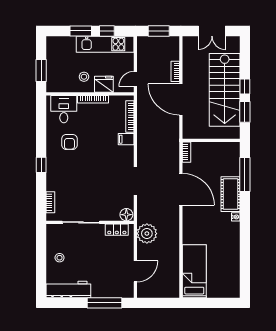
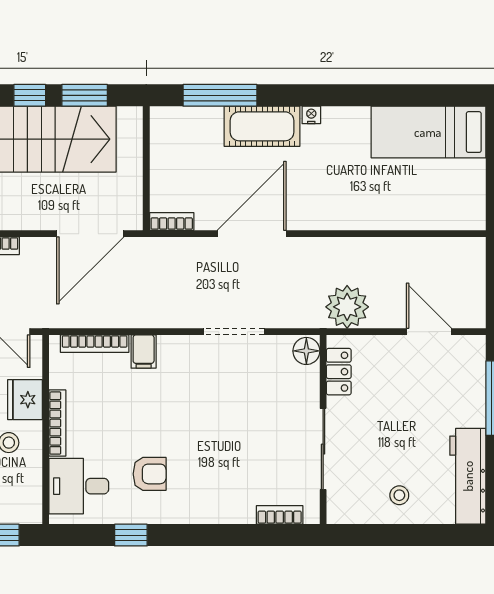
door: (181, 99) -> (90, 234), moved
window: (41, 165) -> (131, 535), moved
bed: (194, 271) -> (428, 132), moved

